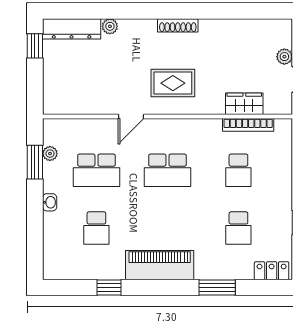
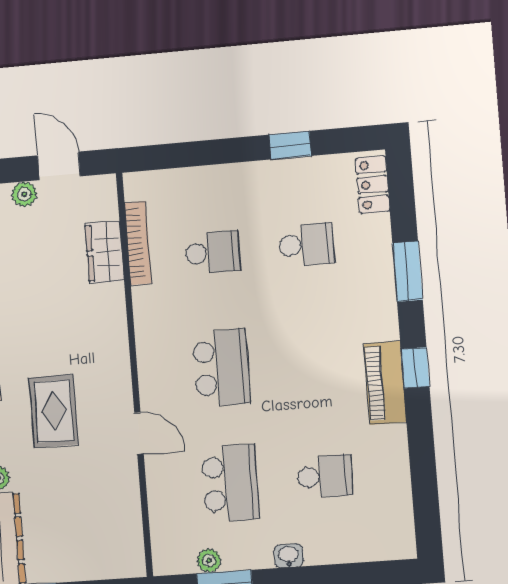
rug: (173, 83) -> (54, 411), moved
piano: (160, 265) -> (385, 383), width x0.73, depth x0.75
window: (109, 288) -> (415, 368), moved

